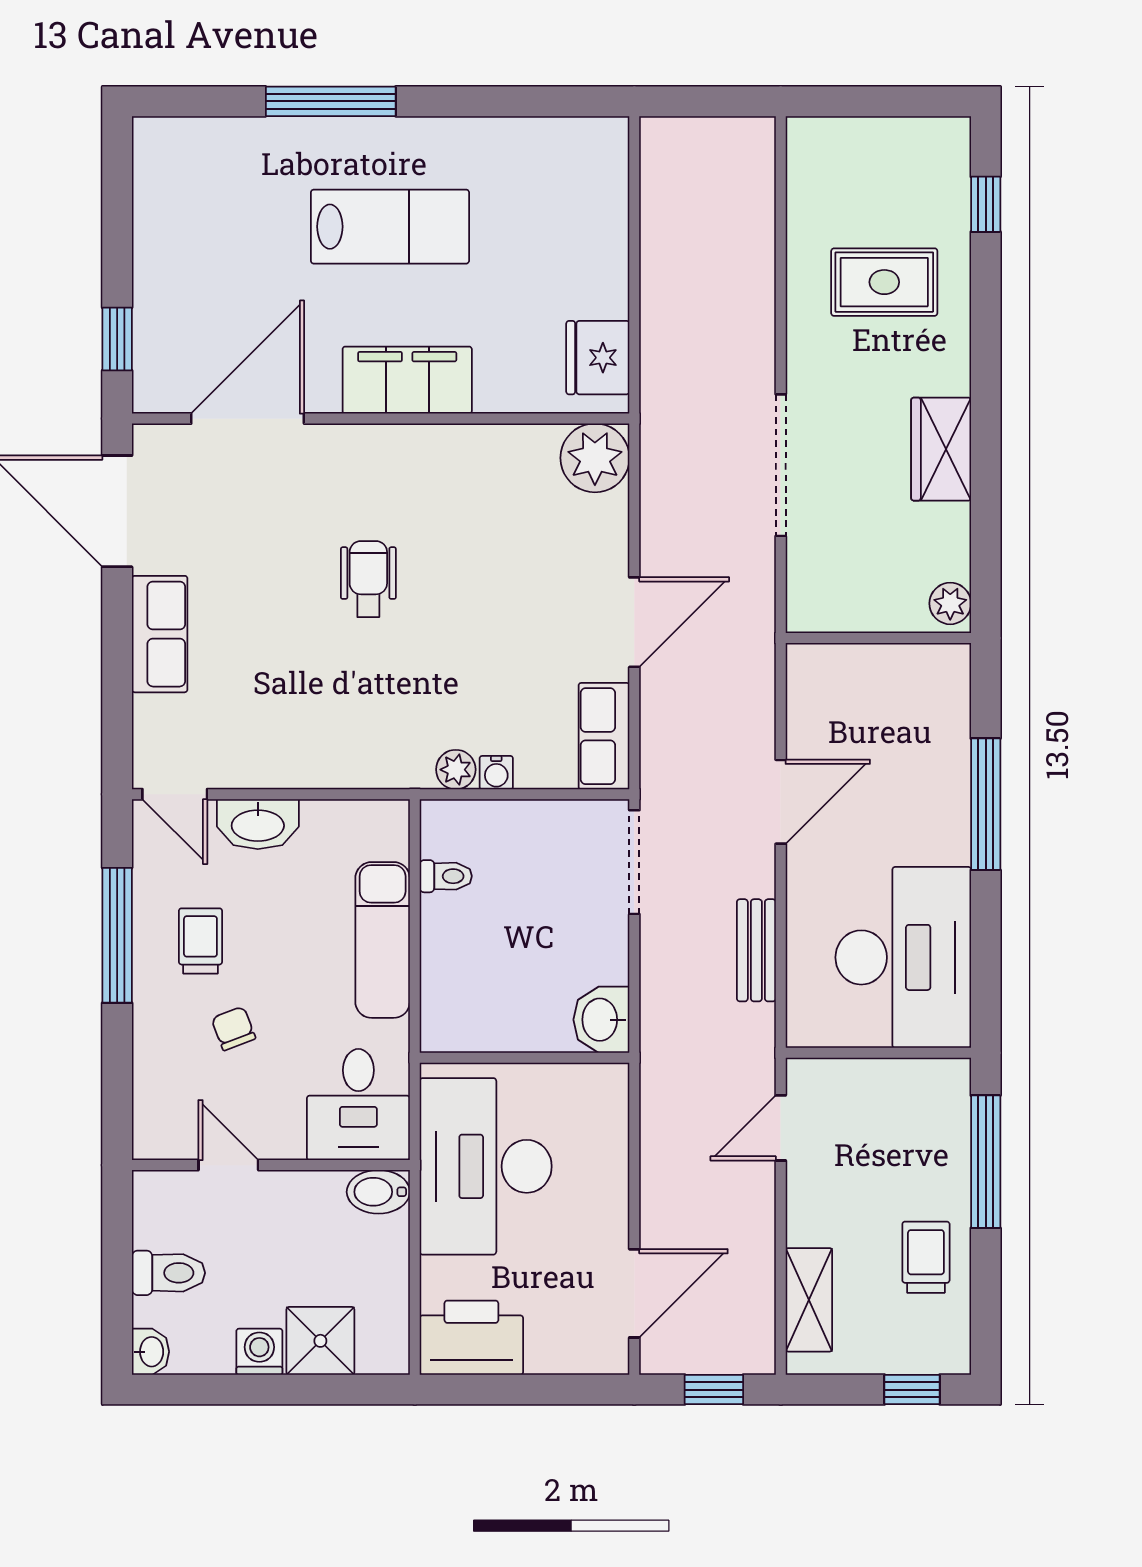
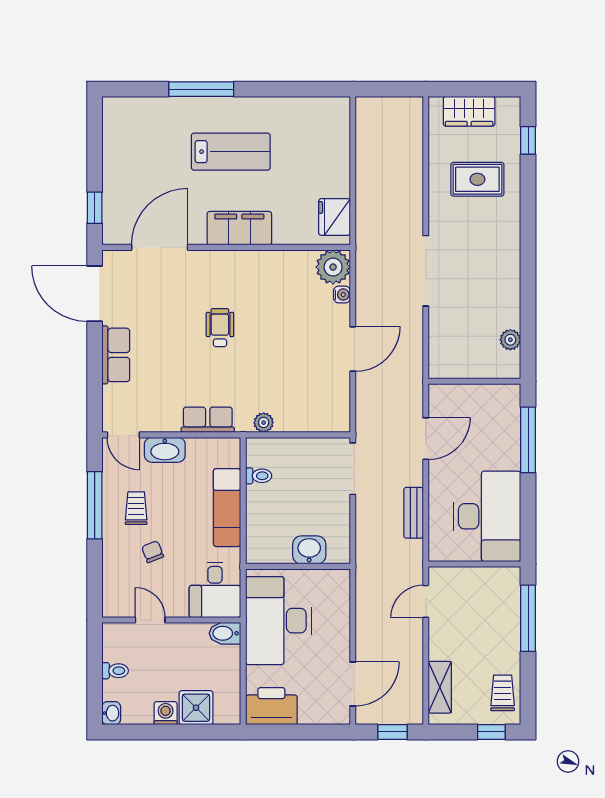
wardrobe: (941, 449) -> (469, 111), moved, turned -90
wall: (878, 638) -> (474, 381), moved
row of seats: (604, 736) -> (208, 420), moved, turned 90
water cooler: (496, 773) -> (342, 295), moved, turned -90
washbasin: (601, 1020) -> (309, 550), moved, turned 90
trolley: (926, 1257) -> (503, 693), moved
toilet: (168, 1273) -> (115, 671), width x0.73, depth x0.72

